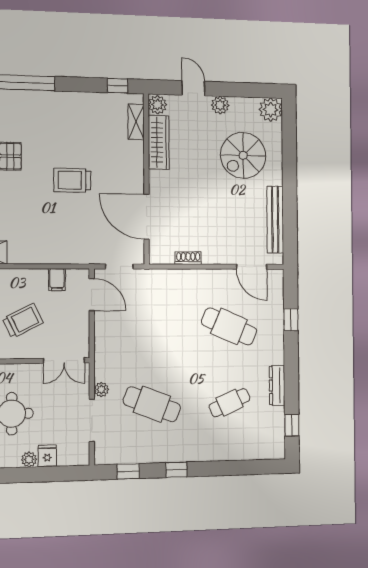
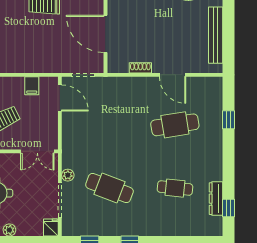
door: (252, 267) -> (173, 75), moved
cafe table: (229, 326) -> (175, 125), turned -33
dresser: (277, 385) -> (216, 199), moved
cafe table: (230, 403) -> (175, 188), turned 30
fridge: (47, 456) -> (51, 227), moved

